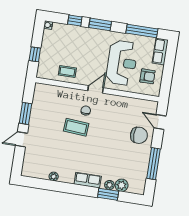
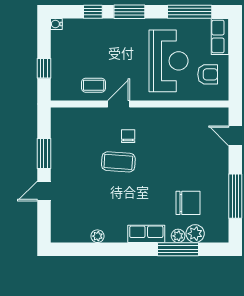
door: (96, 89) -> (119, 104), moved
chair: (139, 135) -> (188, 203), moved
window: (108, 194) -> (178, 249), width x1.44

